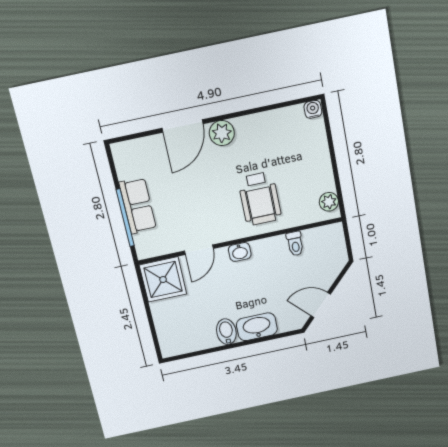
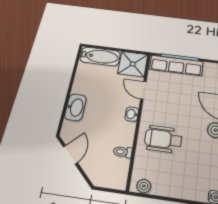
row of seats: (138, 206) -> (176, 65), width x1.48
bathtub: (169, 328) -> (100, 56), added
bidet: (226, 332) -> (81, 88), removed

